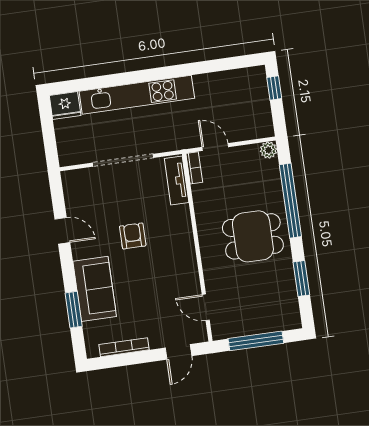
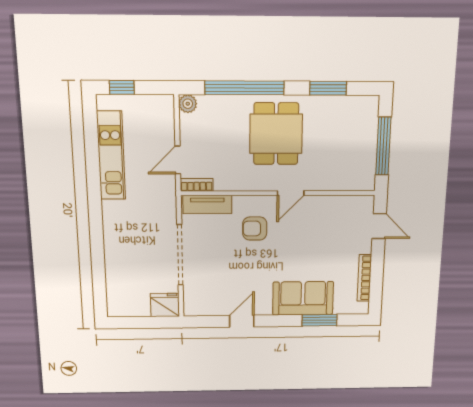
kitchen unit: (137, 95) -> (111, 156), moved, width x0.73
fridge: (65, 105) -> (165, 305), moved, turned -90
armchair: (133, 236) -> (255, 229), moved
door: (206, 307) -> (291, 193), moved

